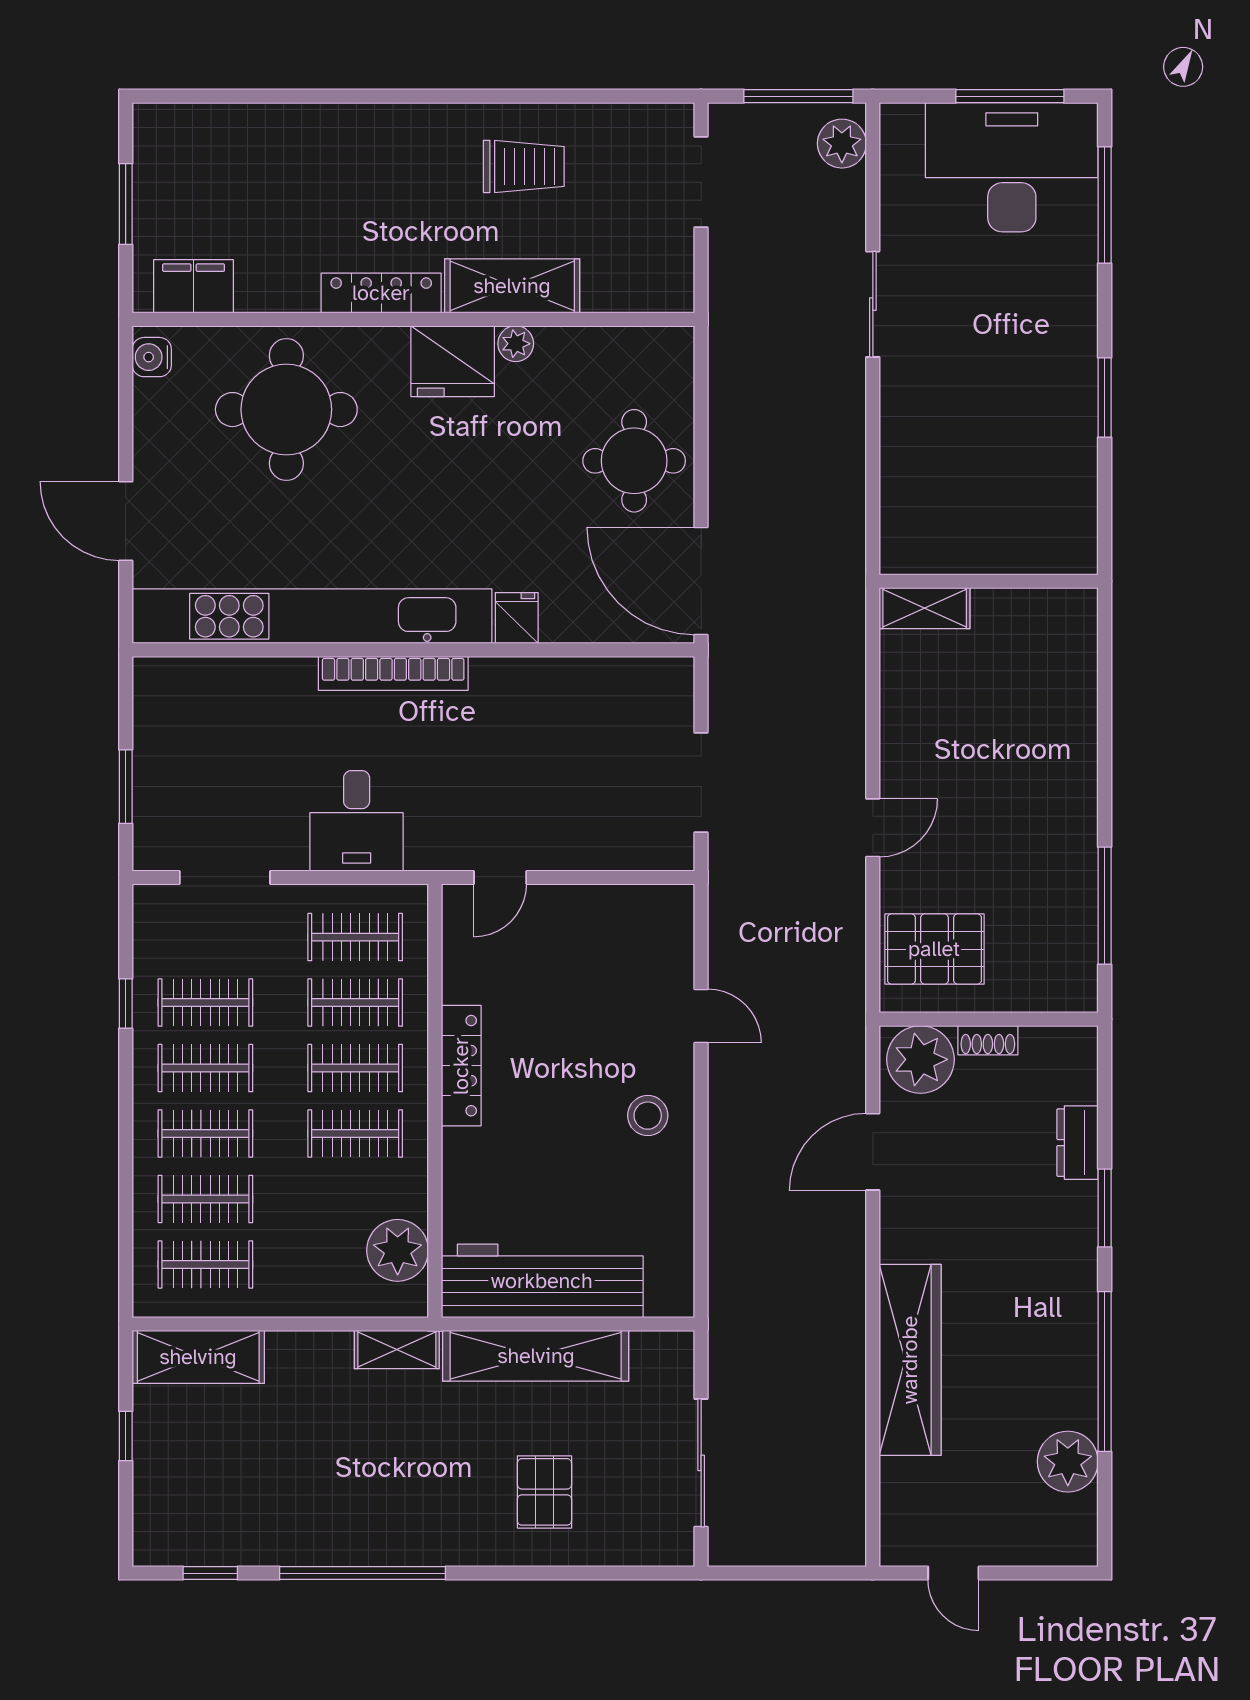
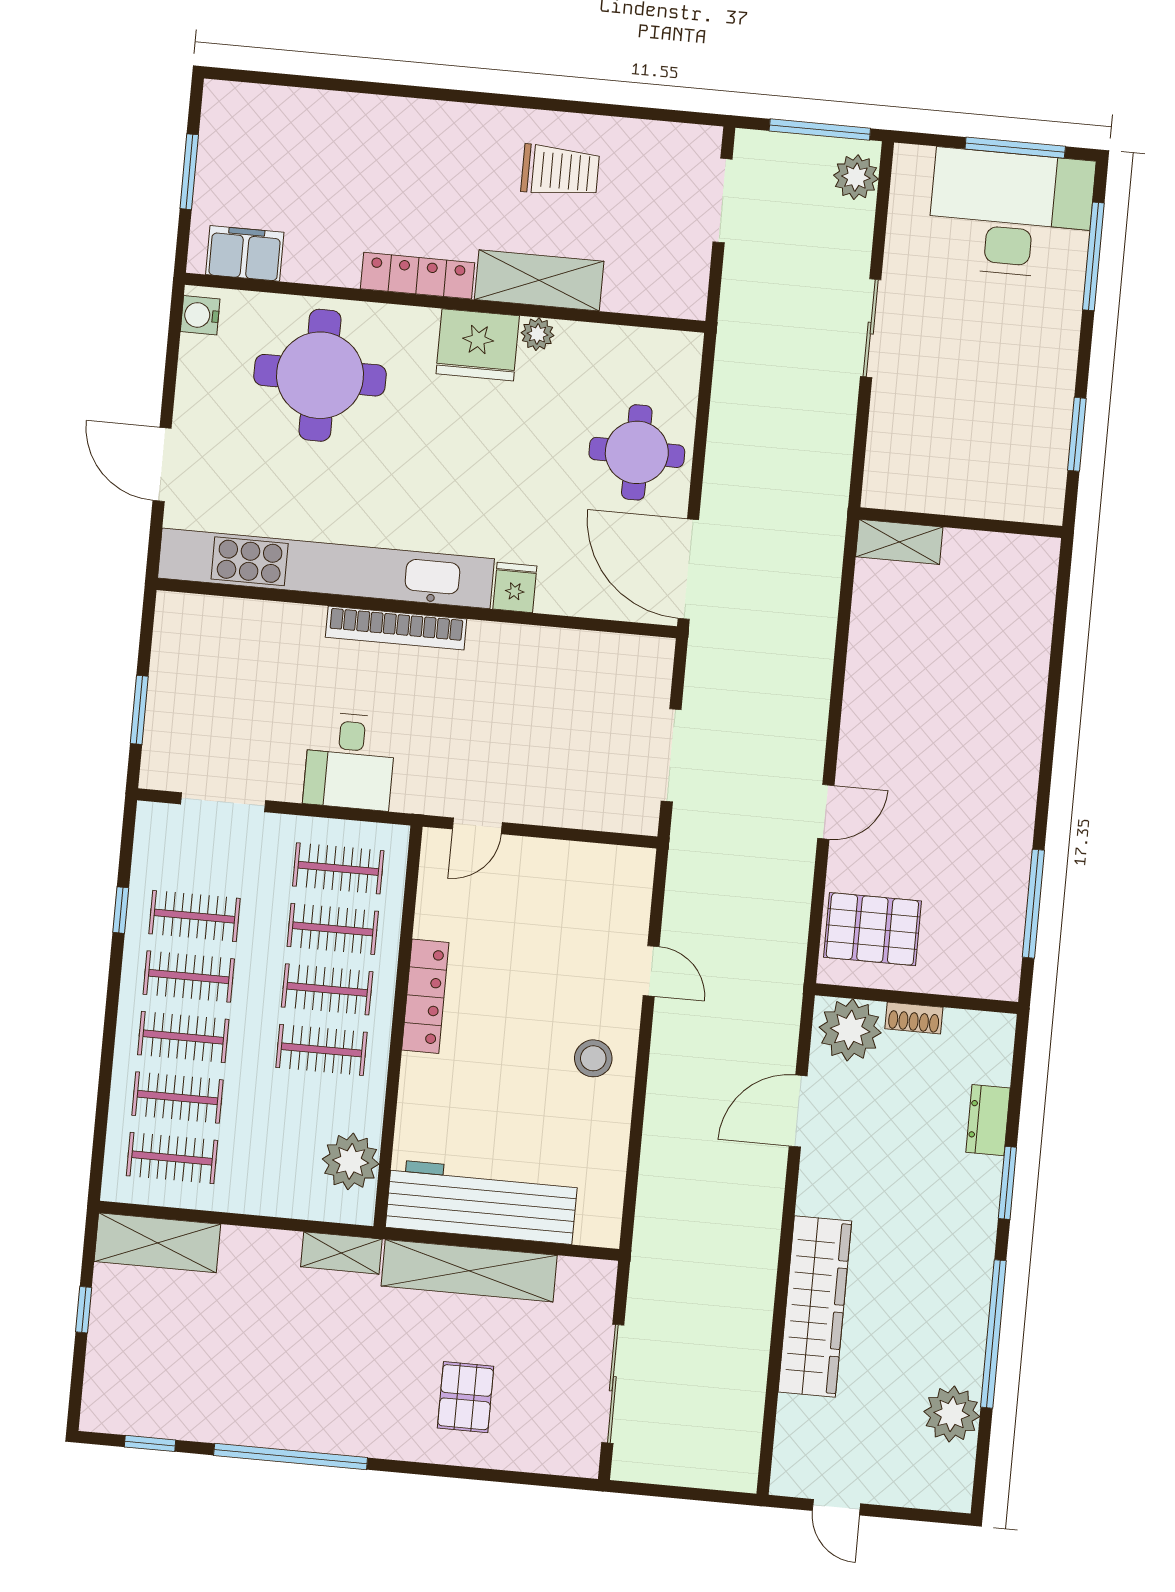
wall: (989, 581) -> (961, 523), moved
shelving: (925, 608) -> (899, 542), moved

